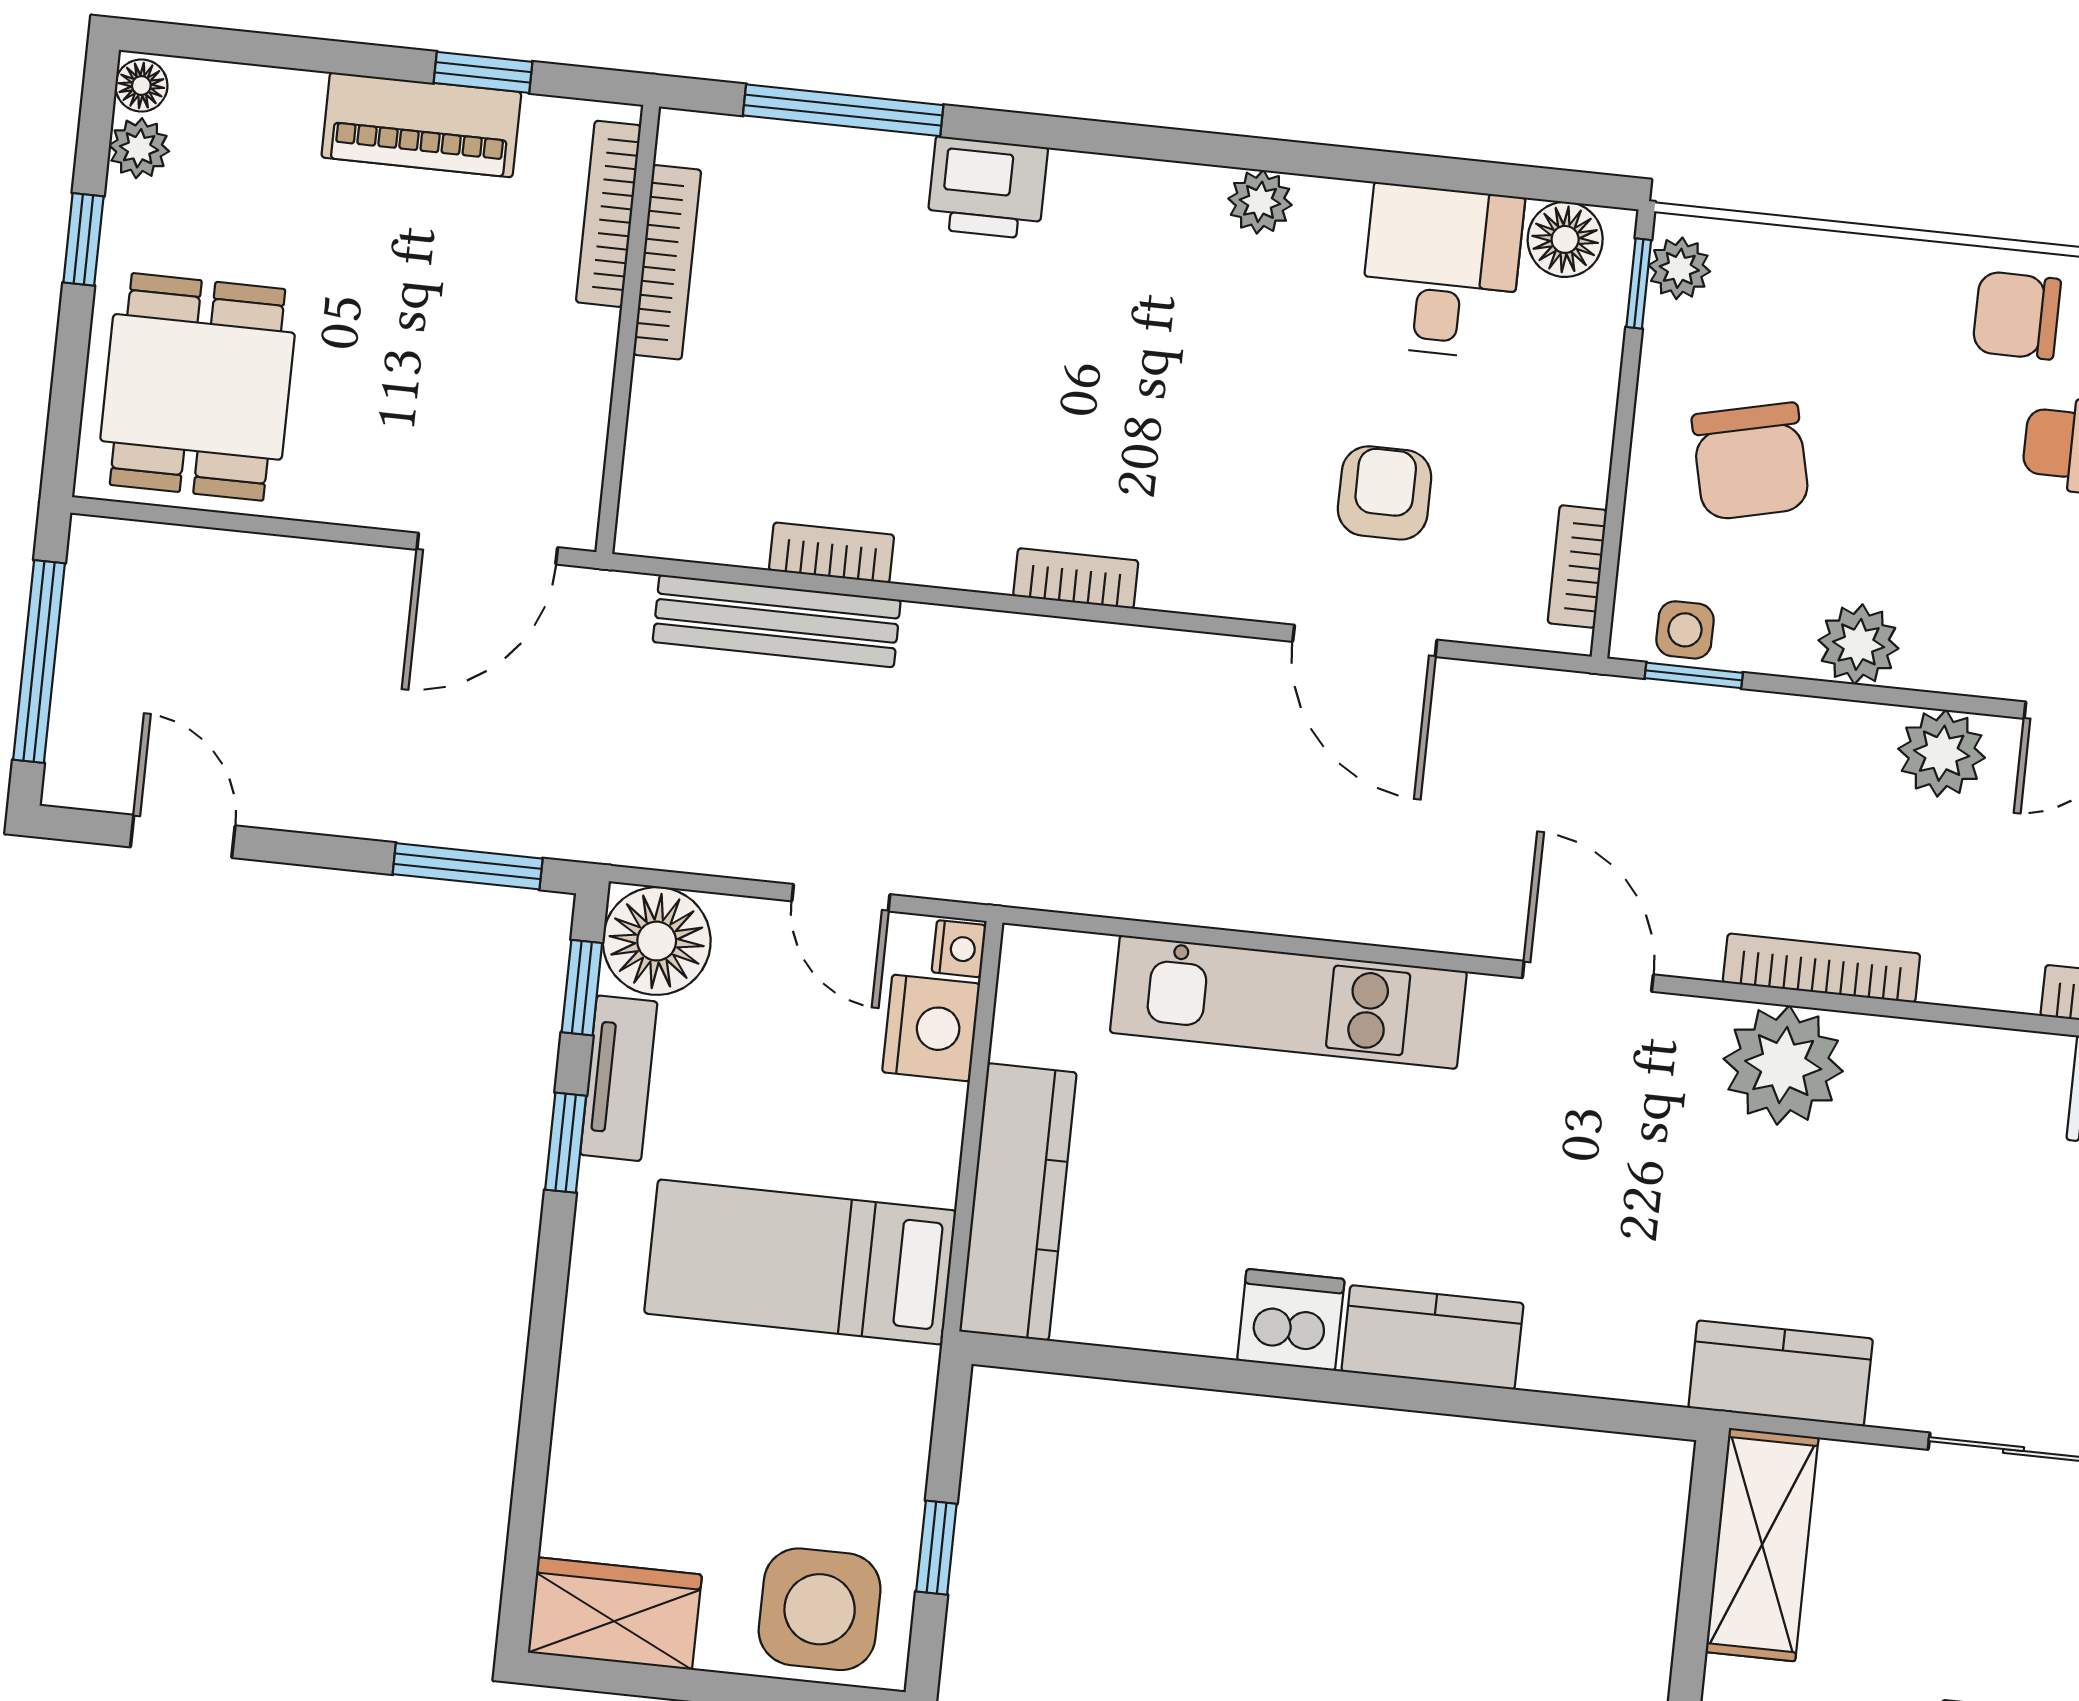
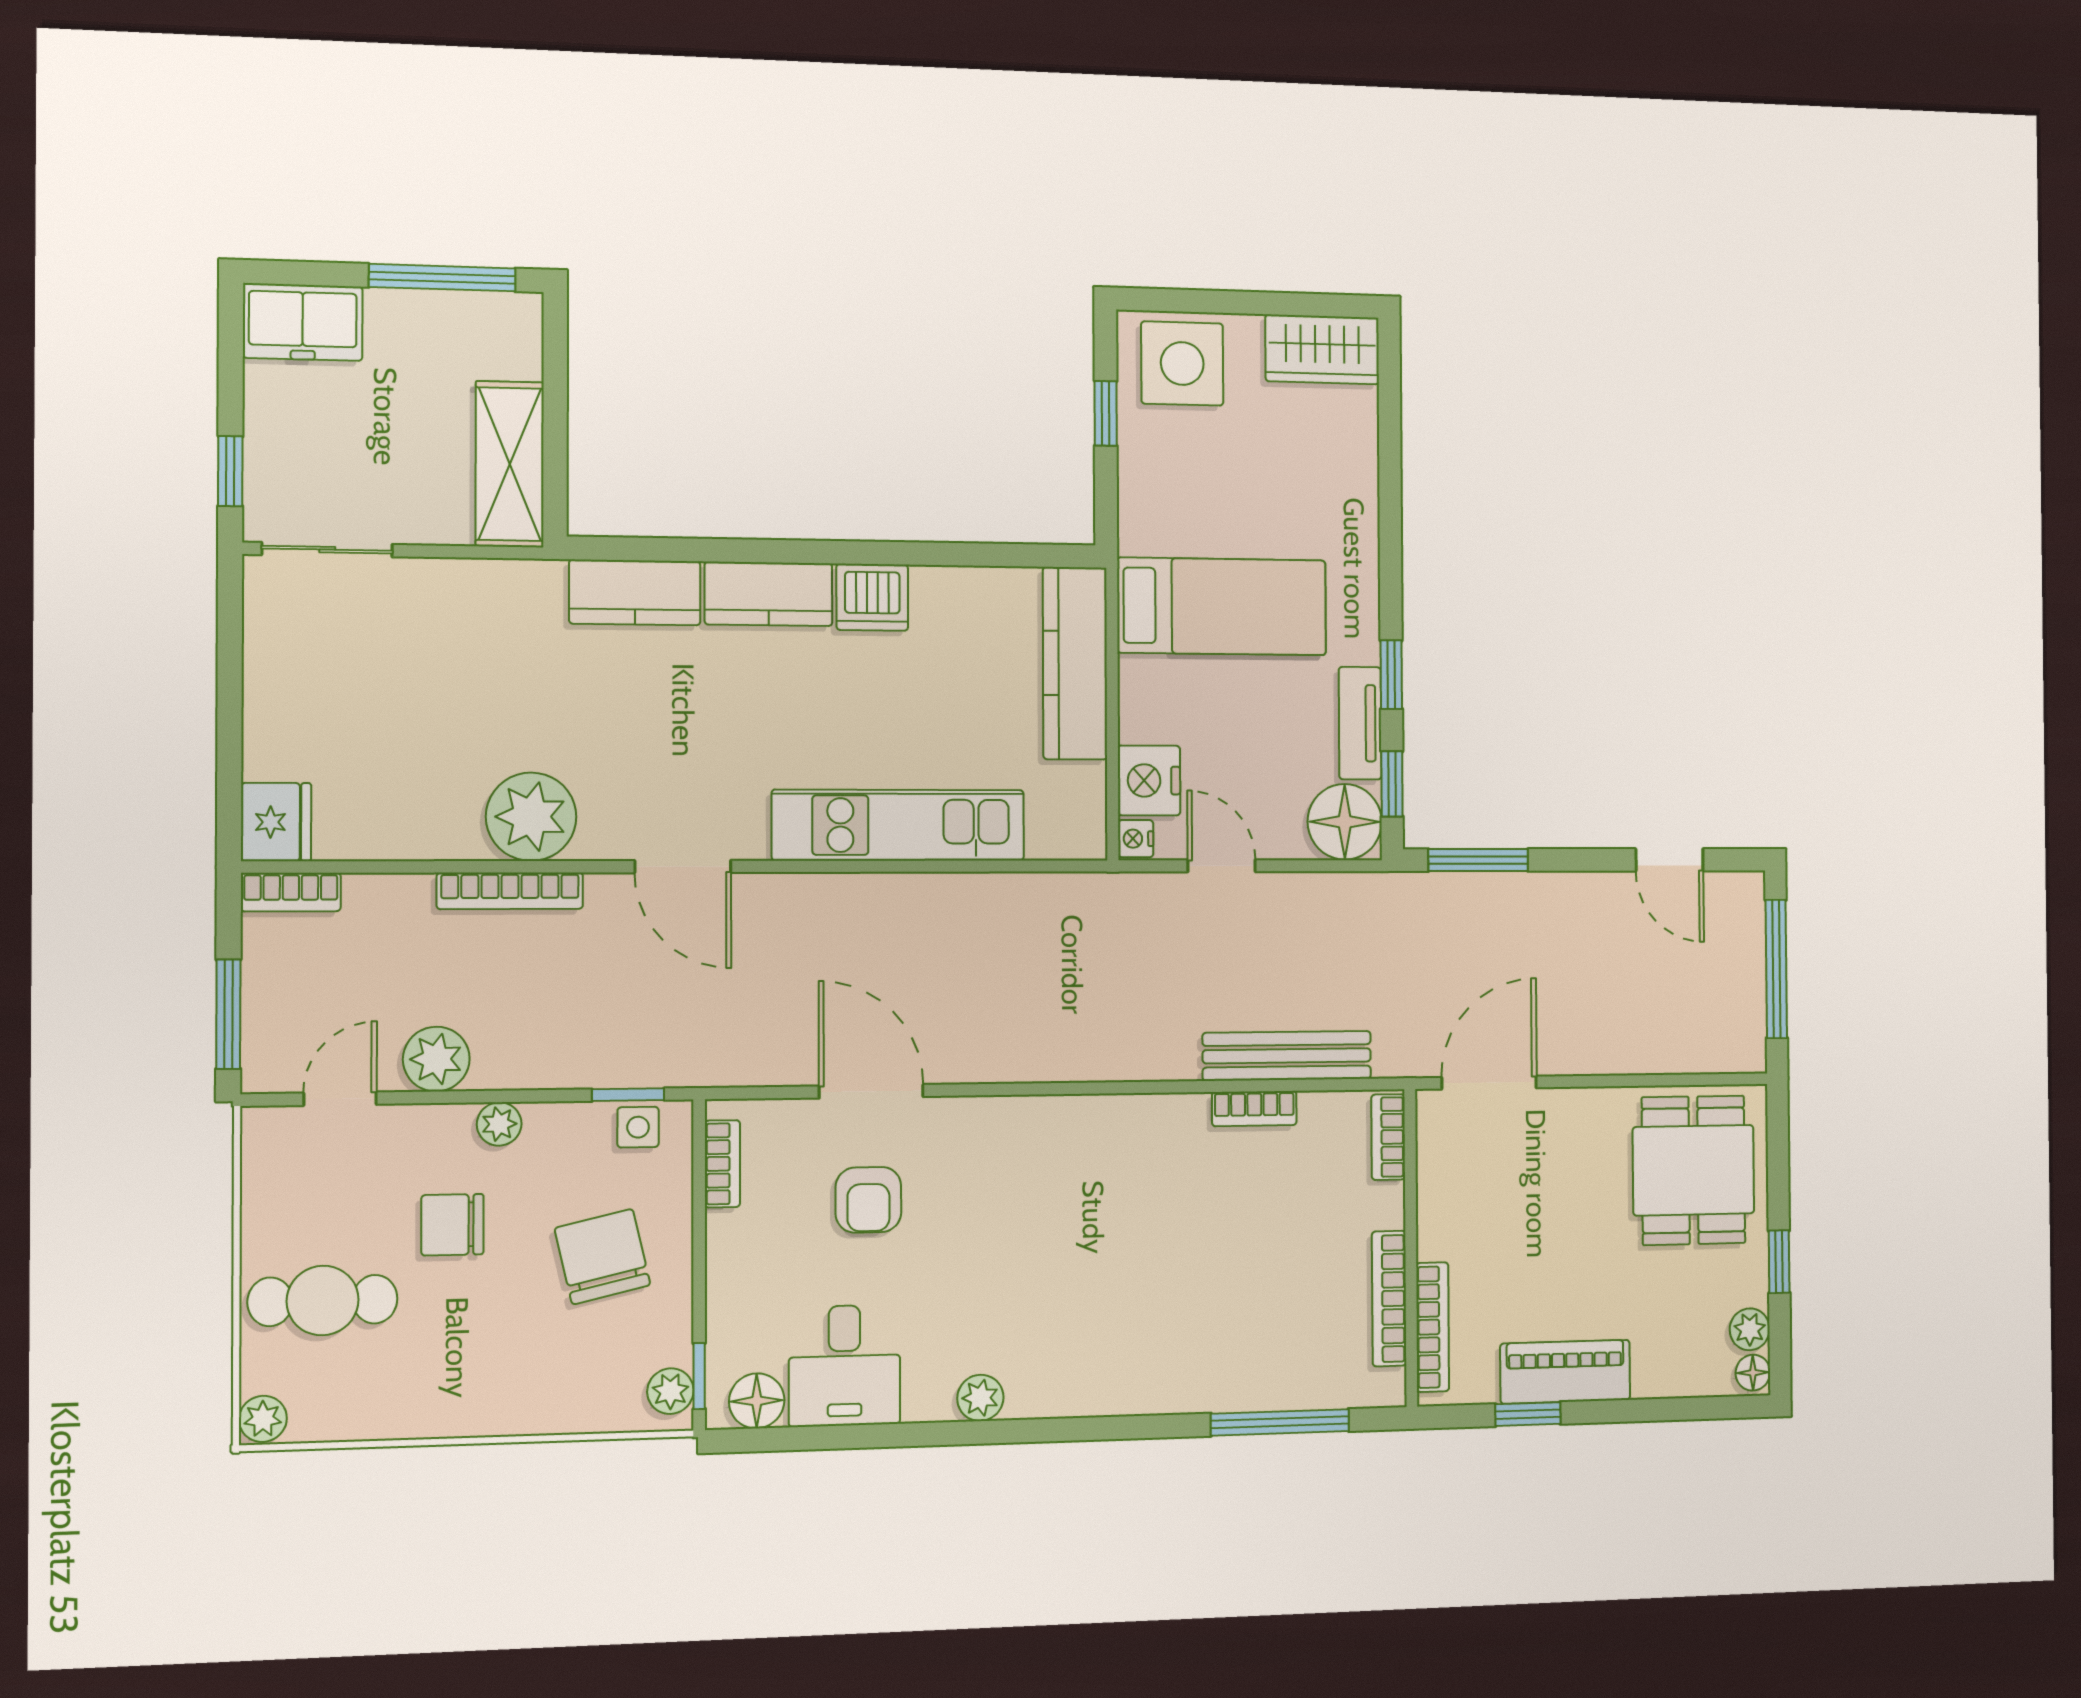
printer: (987, 188) -> (1174, 1381), removed
chair: (2017, 315) -> (452, 1225), moved, turned 180
bookcase: (1076, 578) -> (1388, 1137), moved, turned 90
plant: (1858, 644) -> (499, 1124), width x0.73, depth x0.73
kitchen counter: (1781, 1373) -> (635, 592), moved

